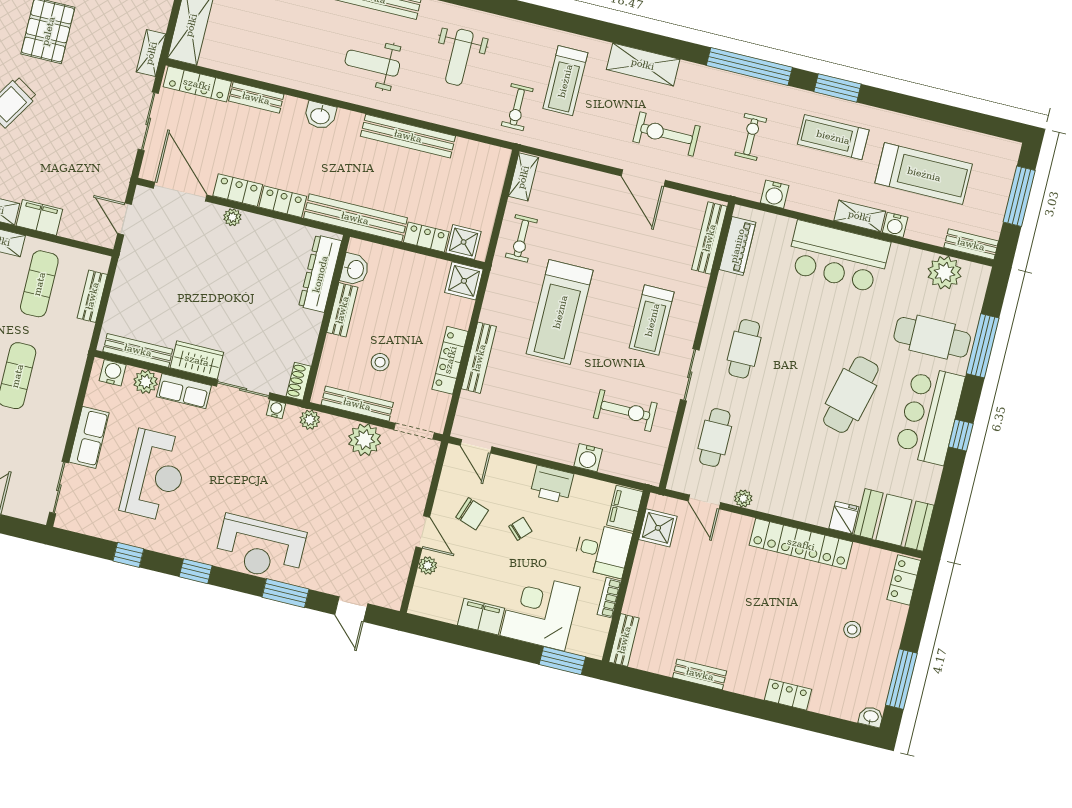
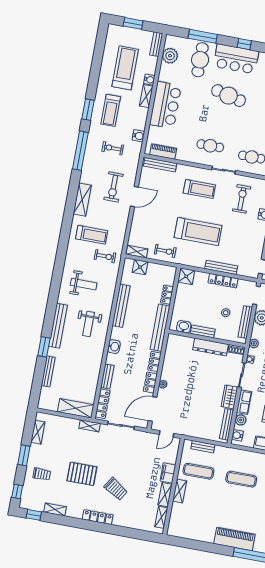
window: (1019, 196) -> (133, 23), width x0.69
shower: (464, 242) -> (140, 267), moved
dresser: (320, 274) -> (211, 347), moved

